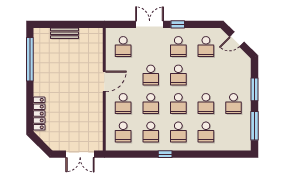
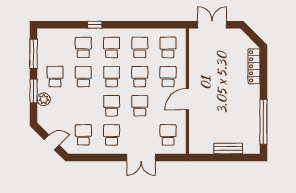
window: (178, 24) -> (112, 158), removed
plant: (245, 81) -> (44, 99), added
window: (165, 154) -> (95, 25), moved

